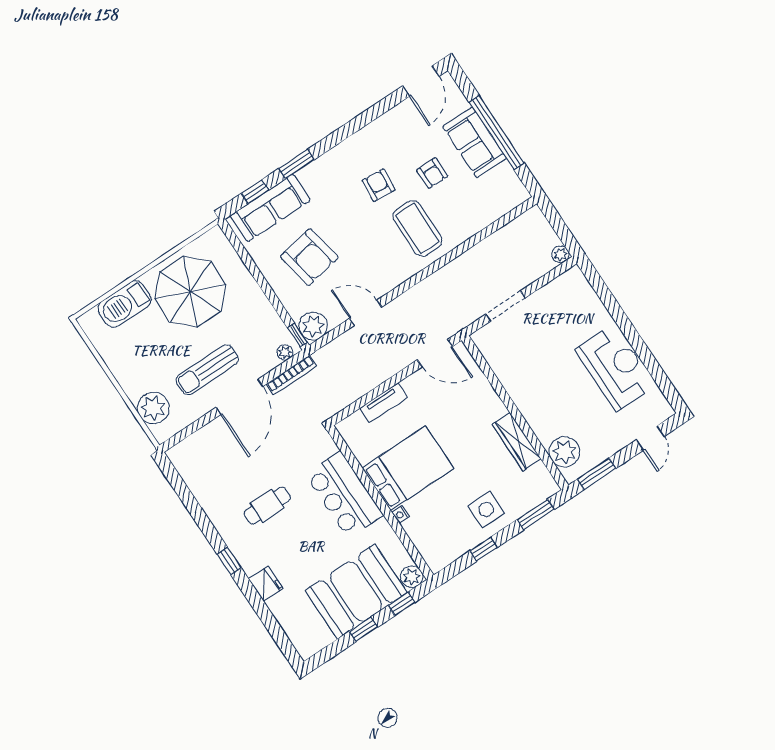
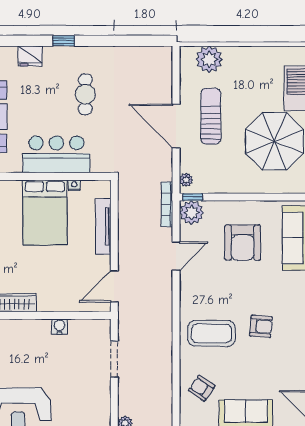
armchair: (432, 173) -> (202, 388), moved, turned 34
armchair: (309, 257) -> (243, 243), turned -80
bookcase: (291, 375) -> (167, 204), moved
water cooler: (509, 380) -> (59, 327), added
tv unit: (384, 403) -> (103, 226), width x1.41
nightstand: (401, 514) -> (74, 185), moved

